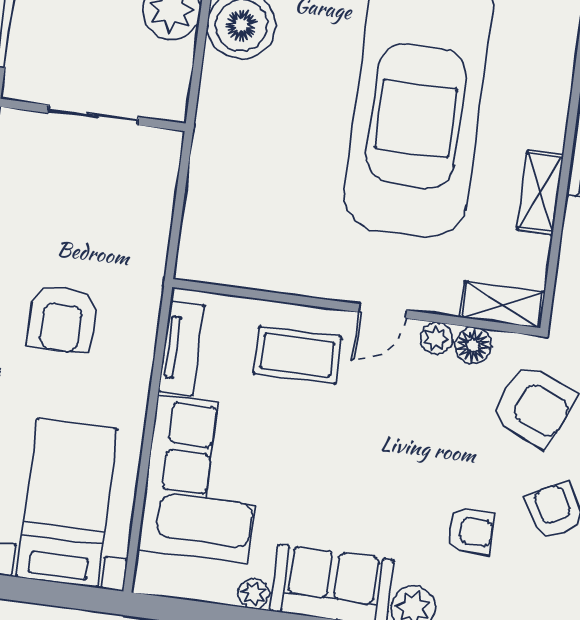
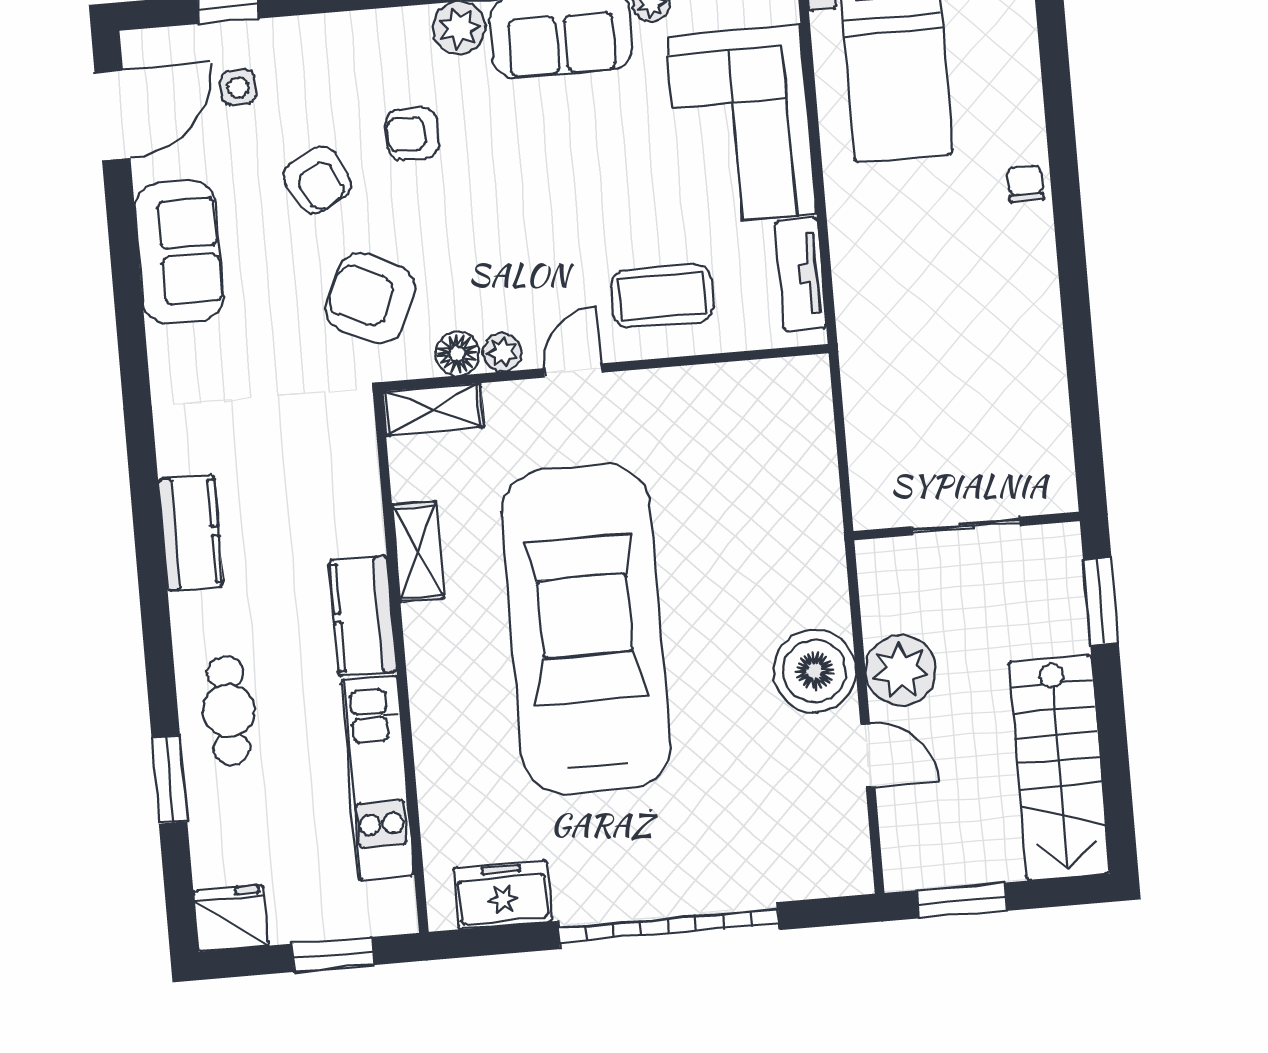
armchair: (62, 319) -> (950, 278), removed

